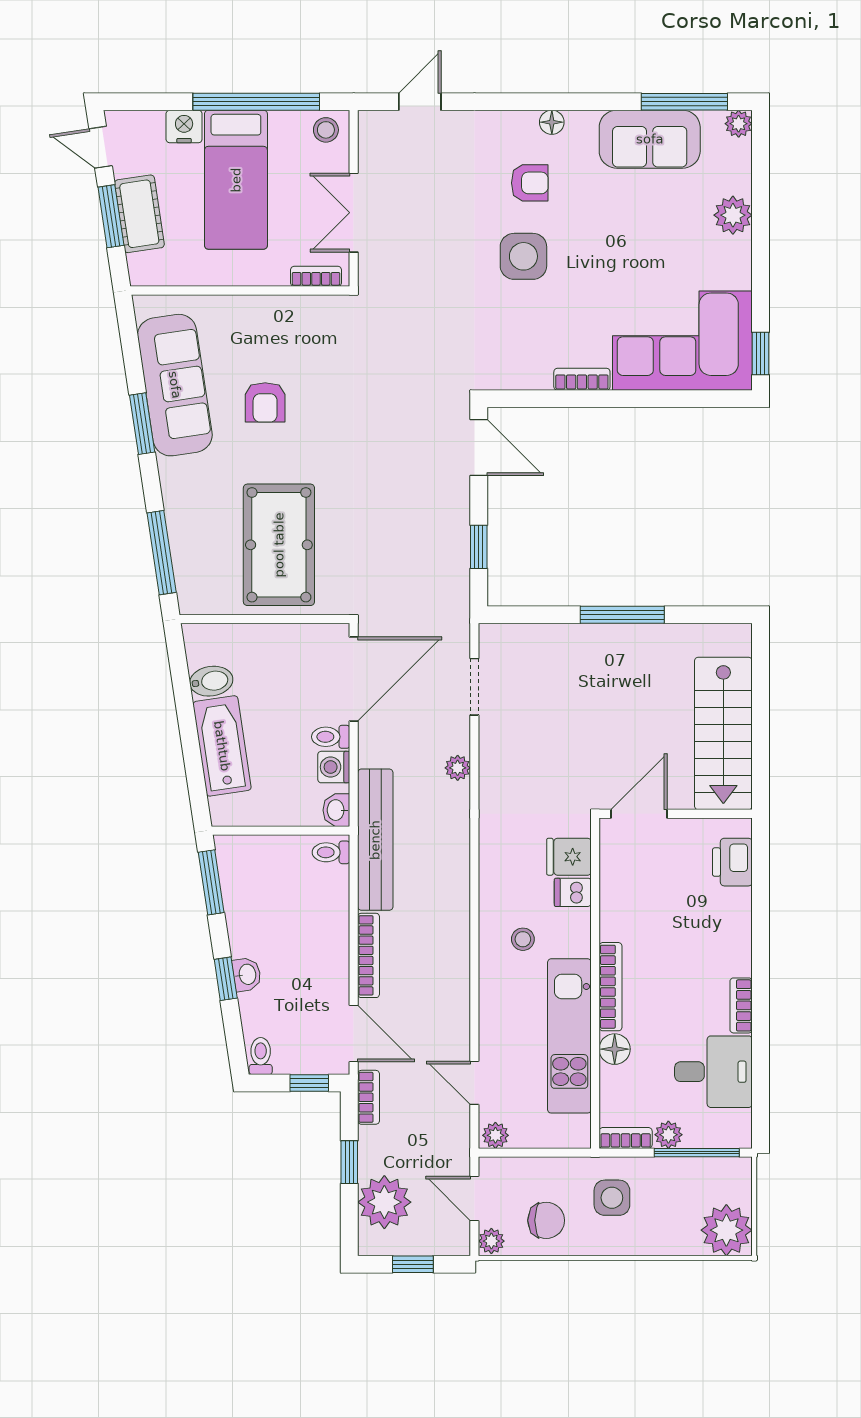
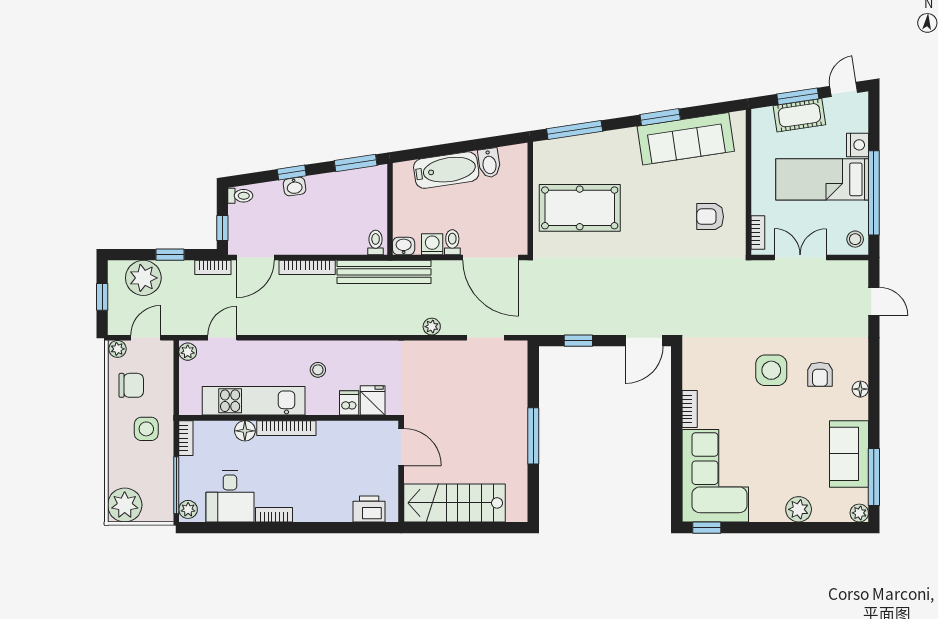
armchair: (265, 402) -> (710, 217), moved
plant: (668, 1135) -> (188, 509), moved
chair: (546, 1220) -> (131, 385), turned -90

